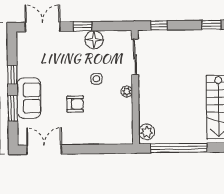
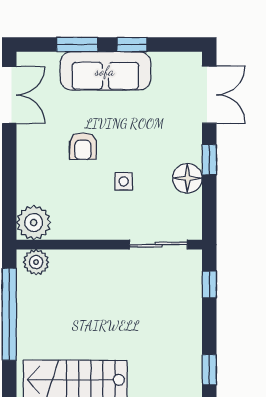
plant: (127, 91) -> (34, 223), moved, width x1.87, depth x1.87
sofa: (29, 98) -> (105, 71), width x1.36

